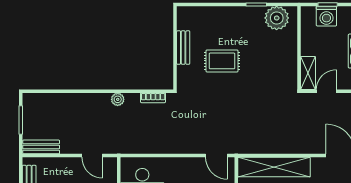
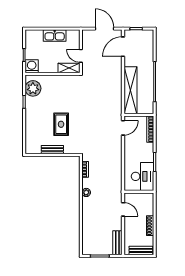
washing machine: (326, 16) -> (32, 66), moved, turned -90
door: (92, 156) -> (123, 209), hinge flipped

